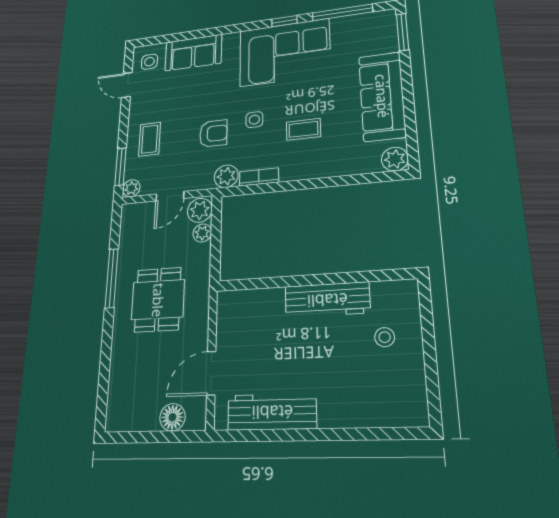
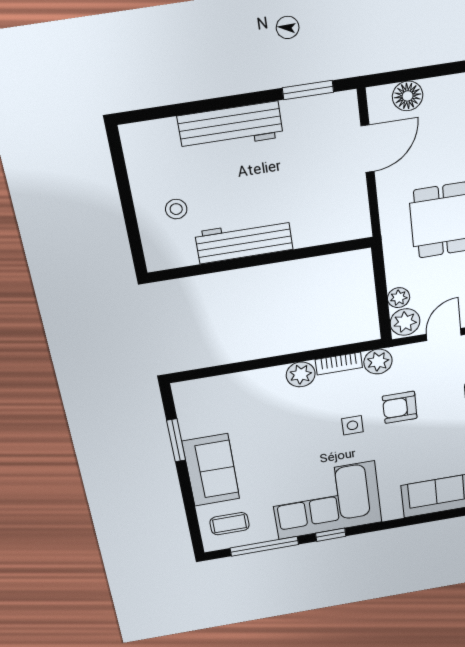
window: (402, 32) -> (176, 440), moved
sofa: (382, 96) -> (211, 470), width x0.73
coffee table: (303, 129) -> (230, 524), moved
plant: (395, 159) -> (301, 374), moved
workbench: (272, 412) -> (230, 127), moved
window: (255, 436) -> (308, 90), added

